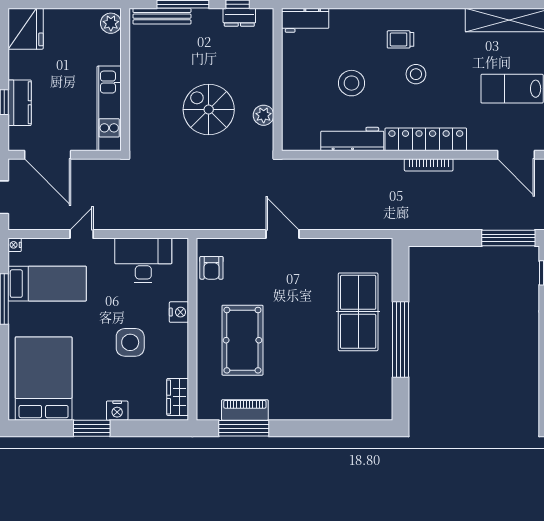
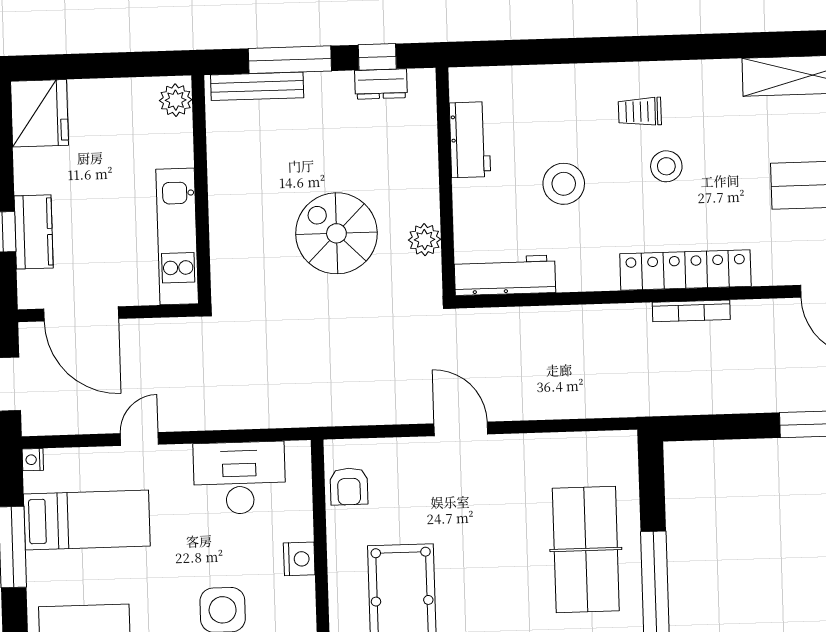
workbench: (305, 20) -> (470, 140), moved, turned -90
workbench: (352, 139) -> (505, 275), moved

